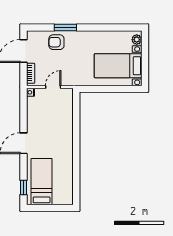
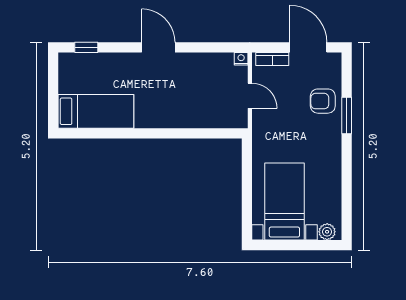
armchair: (56, 42) -> (323, 101), turned -90
bed: (42, 182) -> (96, 111), moved

